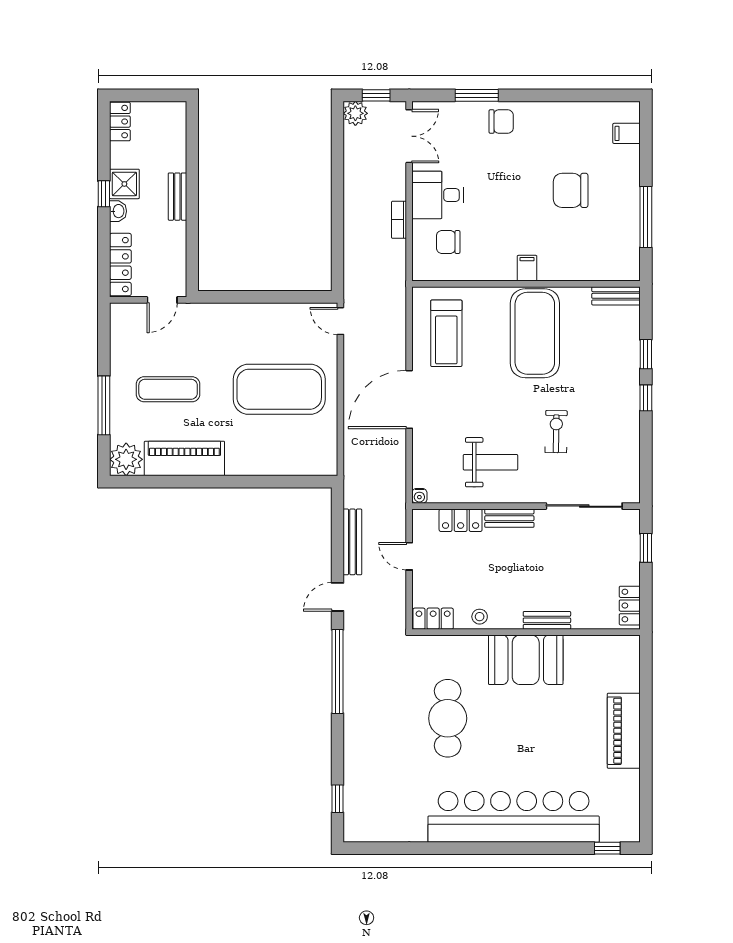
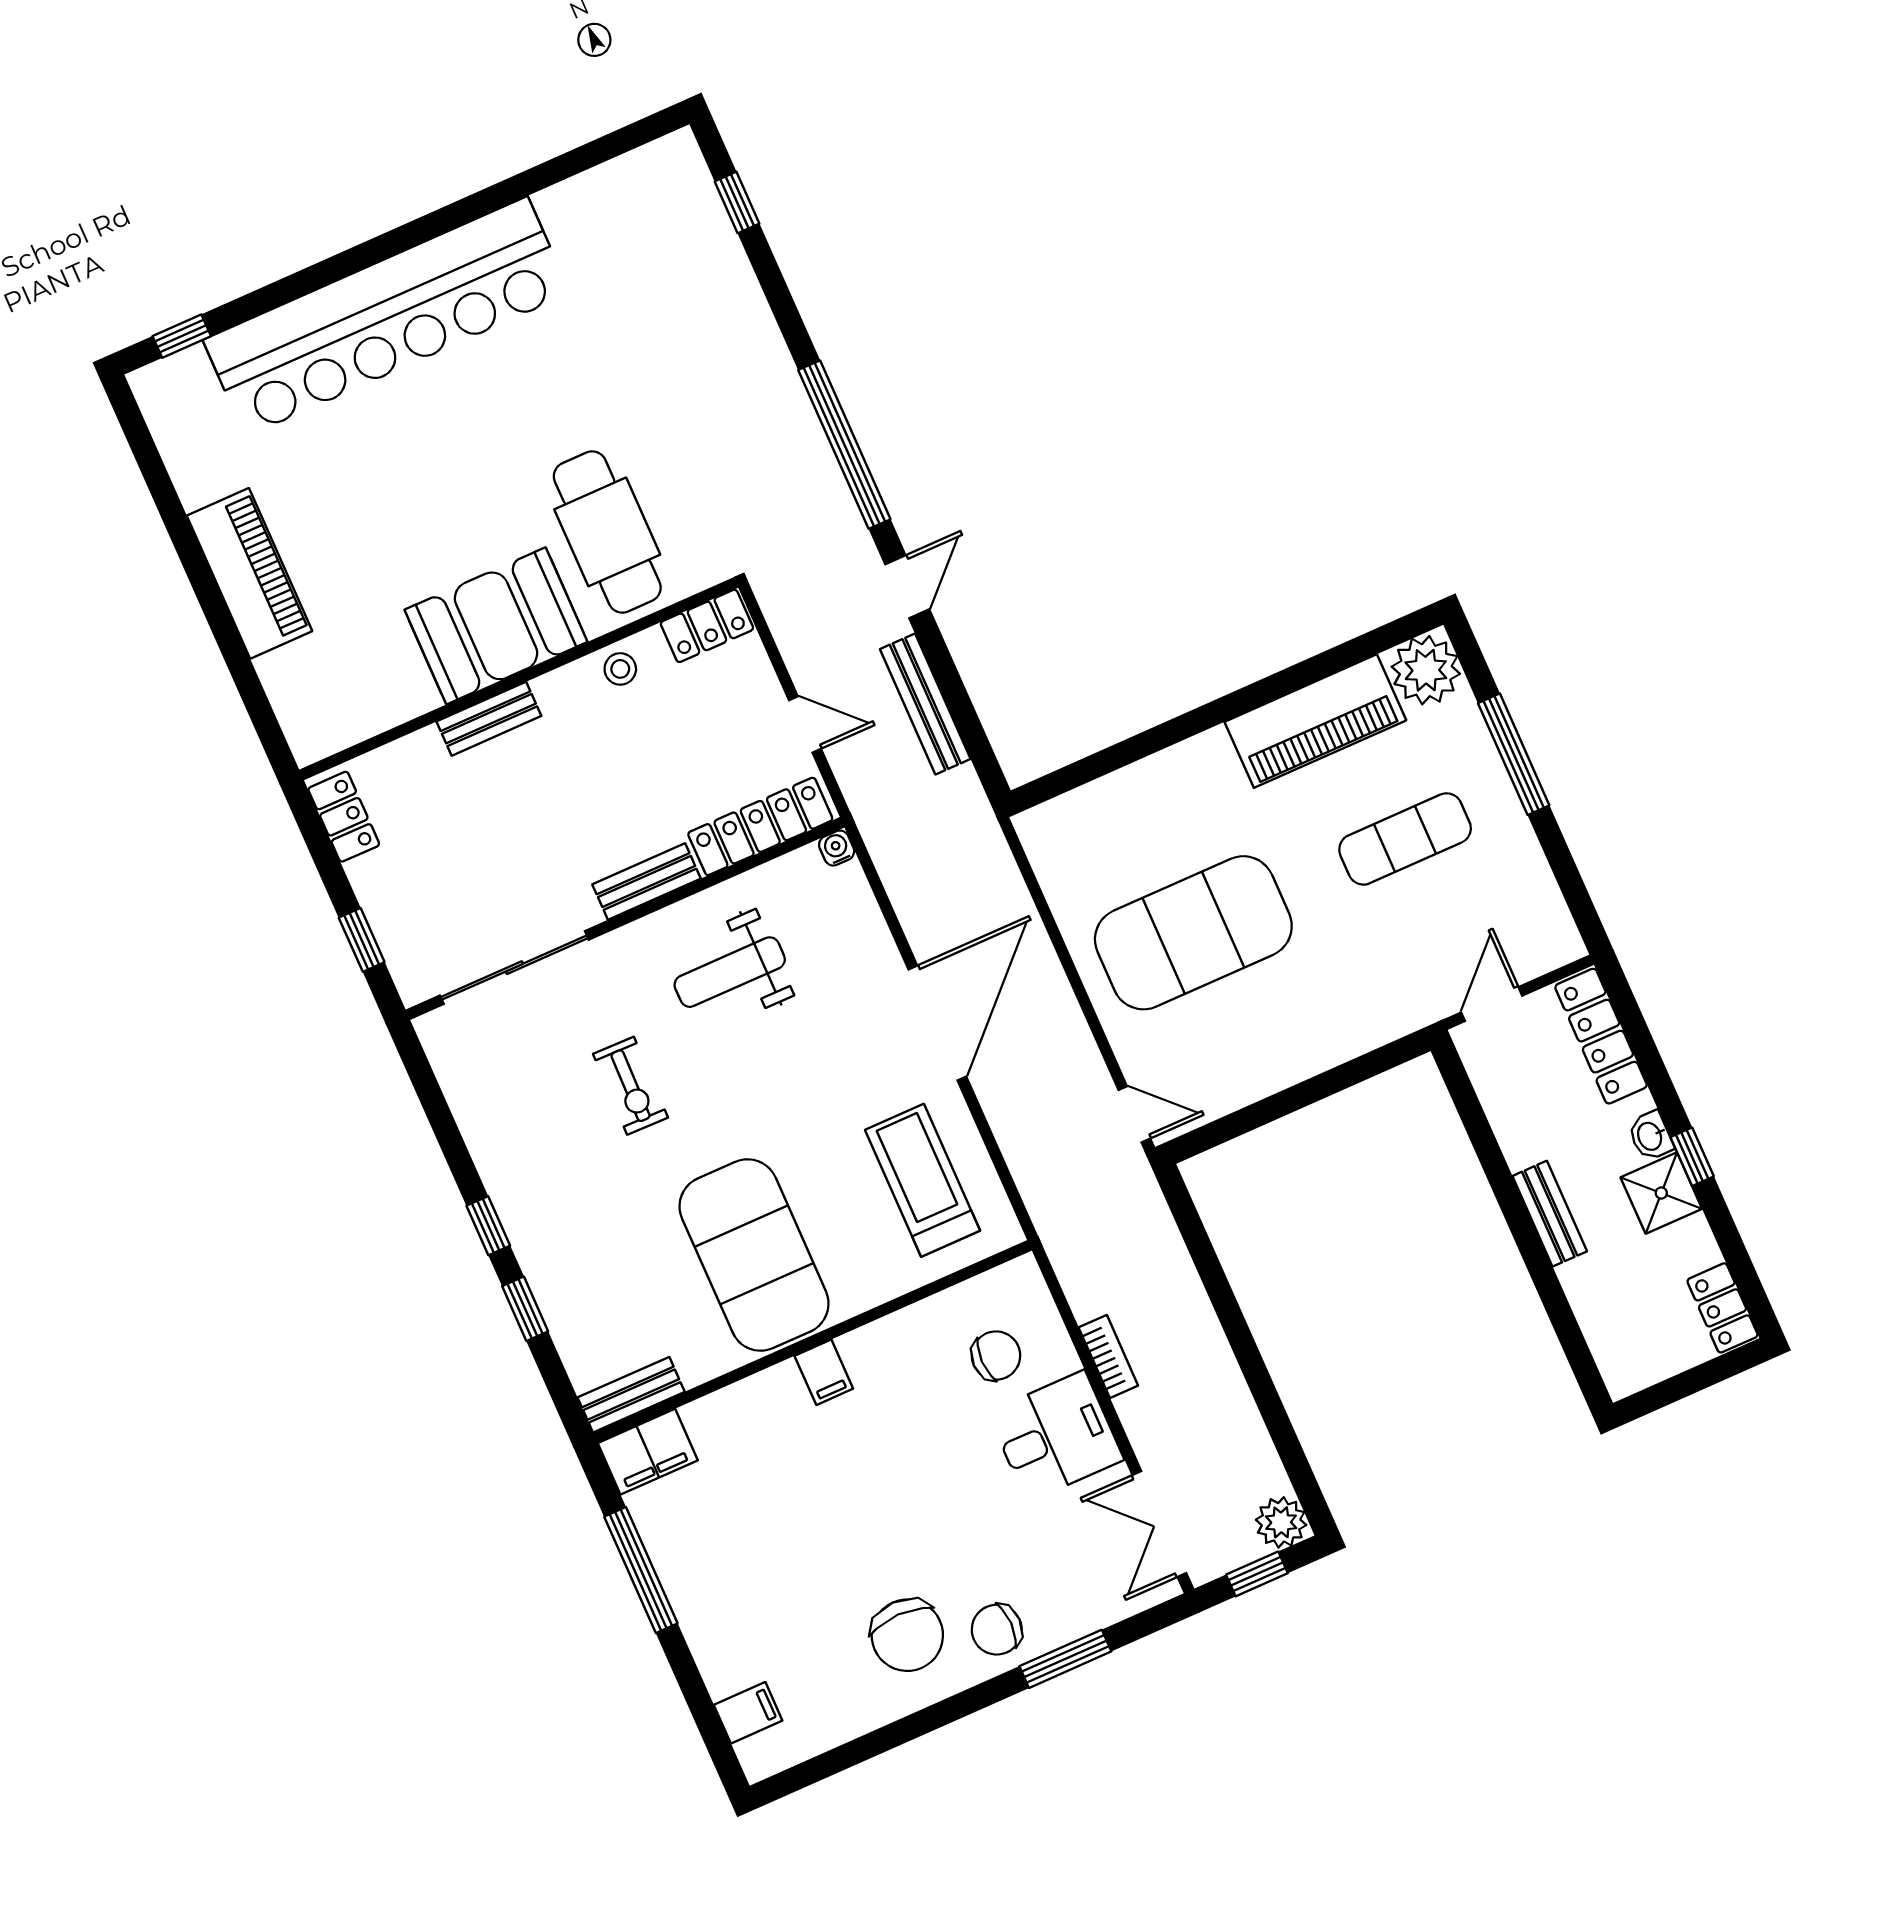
chair: (571, 190) -> (907, 1635), moved, turned 90
filing cabinet: (620, 268) -> (648, 1452), added
locker: (461, 520) -> (760, 826), width x1.53
cafe table: (448, 718) -> (607, 532), moved

